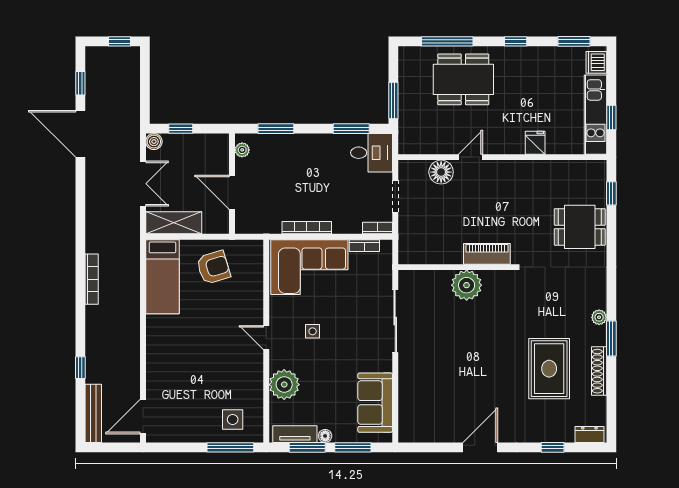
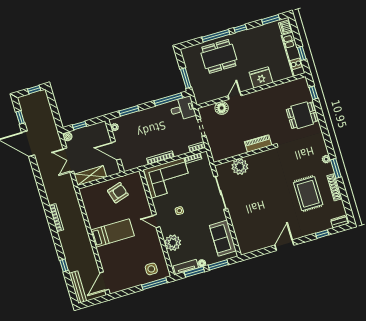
window: (447, 41) -> (216, 36), moved
window: (351, 129) -> (168, 99), width x1.44
fridge: (535, 143) -> (261, 77), width x1.88, depth x1.34
double door: (143, 184) -> (68, 160), swing flipped
bed: (162, 277) -> (112, 233), moved, turned -90
plant: (467, 285) -> (240, 167), moved

